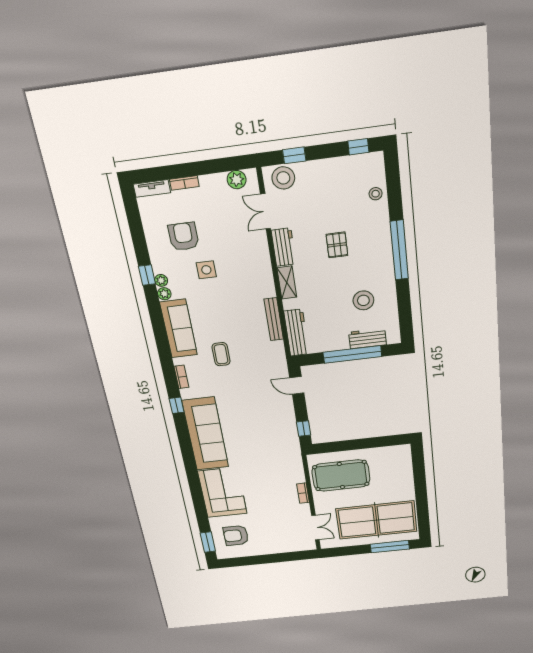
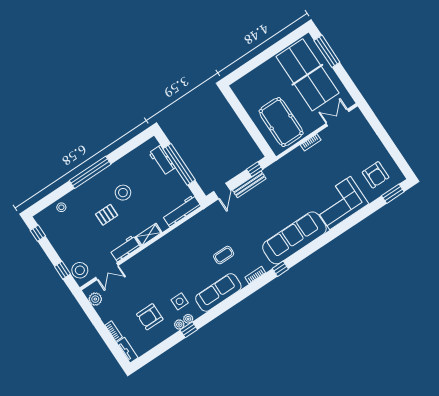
side table: (206, 270) -> (180, 301), moved
plant: (164, 294) -> (179, 325), moved
stool: (363, 300) -> (123, 193), moved
bench: (274, 319) -> (249, 184), moved

